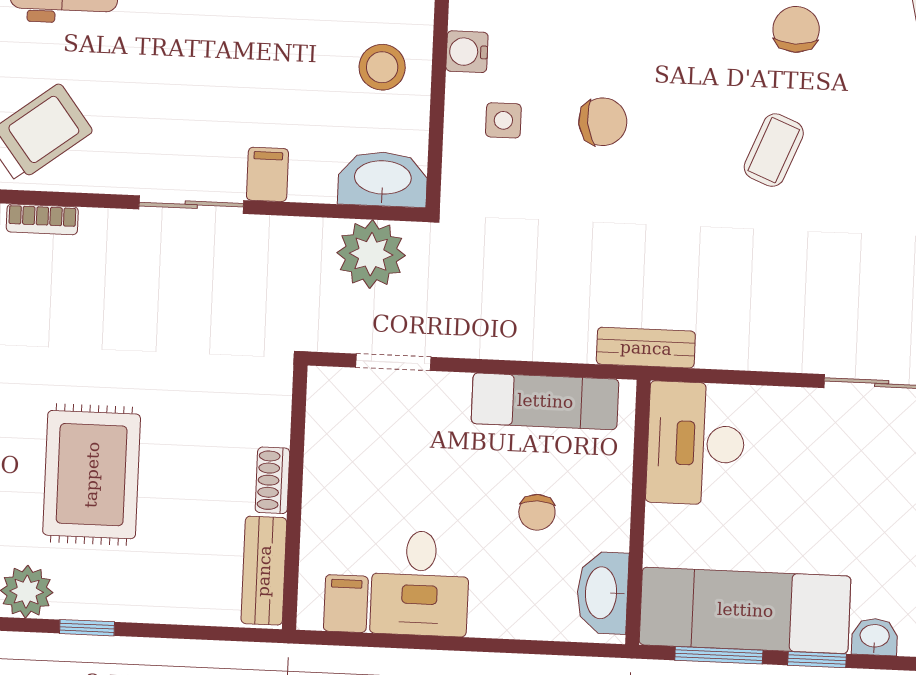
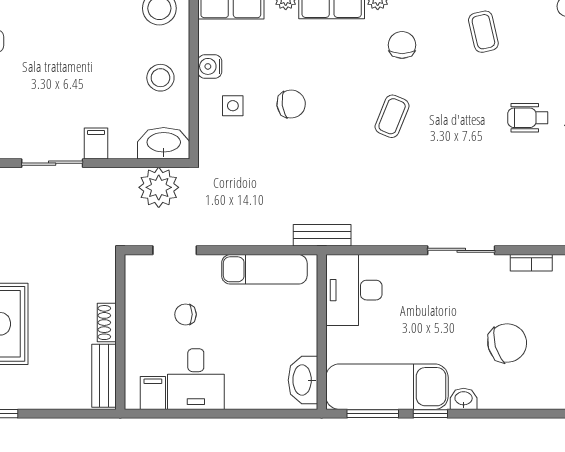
chair: (537, 512) -> (186, 314), moved, turned 90

